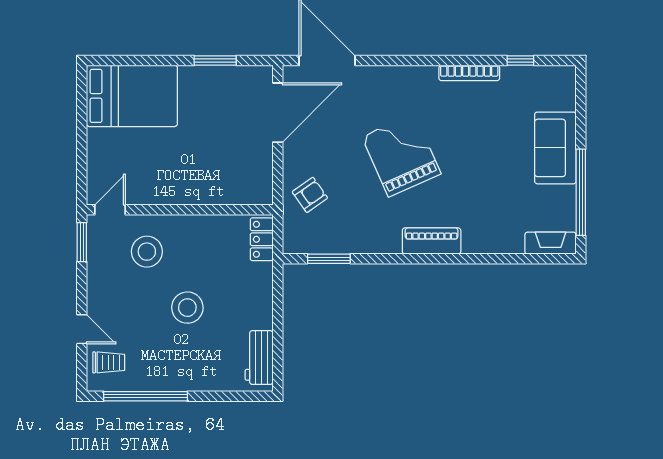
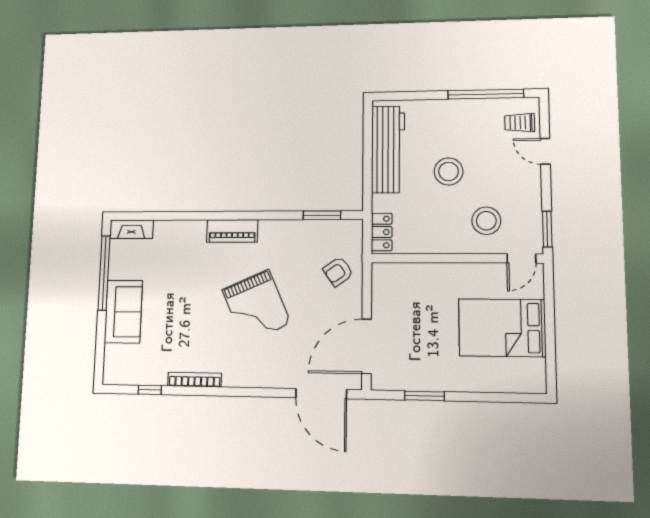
bed: (132, 96) -> (502, 328), moved
workbench: (259, 358) -> (388, 149), width x1.88, depth x1.32

